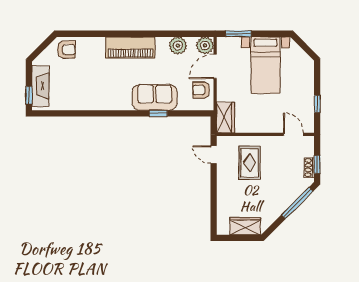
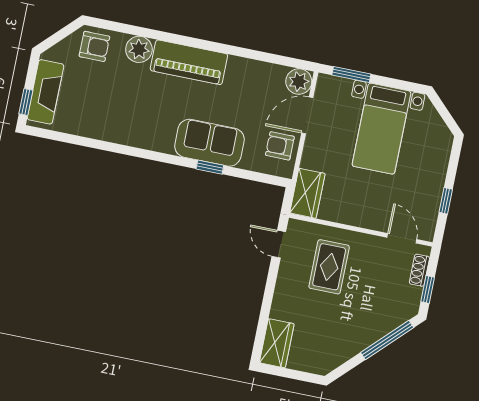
plant: (178, 46) -> (139, 49), moved
shoe rack: (309, 168) -> (419, 270), moved
wardrobe: (245, 226) -> (277, 343), moved, turned 90

